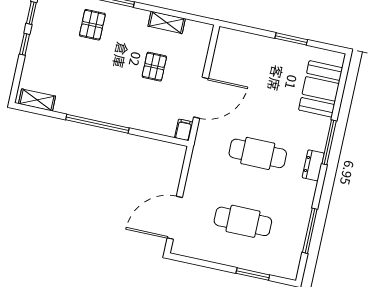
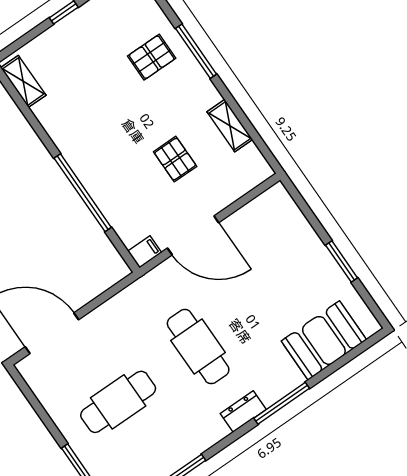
pallet: (154, 67) -> (175, 159), turned 90
window: (97, 124) -> (83, 193), moved
cafe table: (243, 221) -> (118, 402), turned 90

